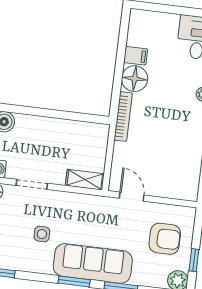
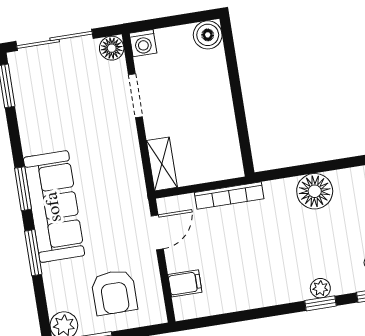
filing cabinet: (136, 56) -> (185, 283), moved, turned -90
bookcase: (123, 116) -> (229, 196), moved
side table: (42, 234) -> (73, 128), removed

